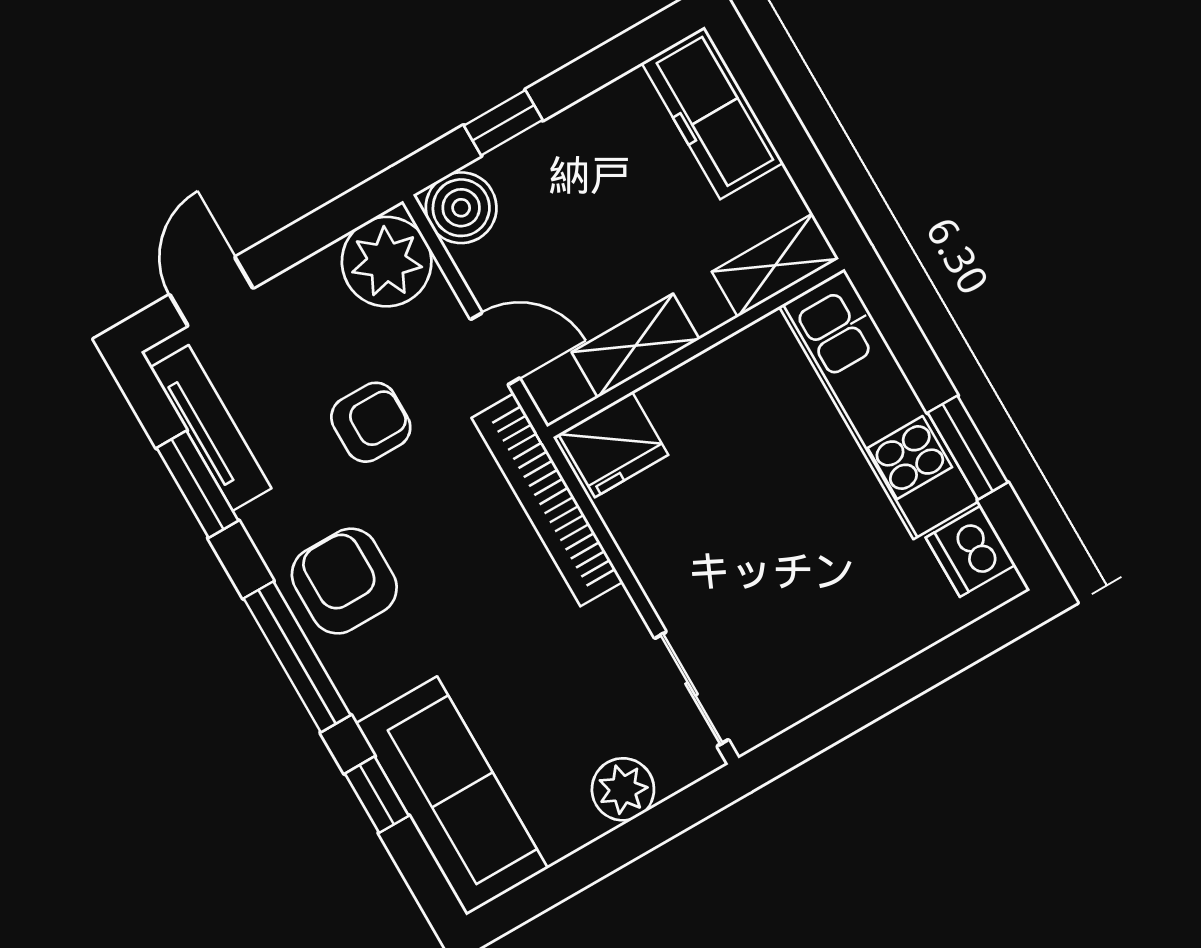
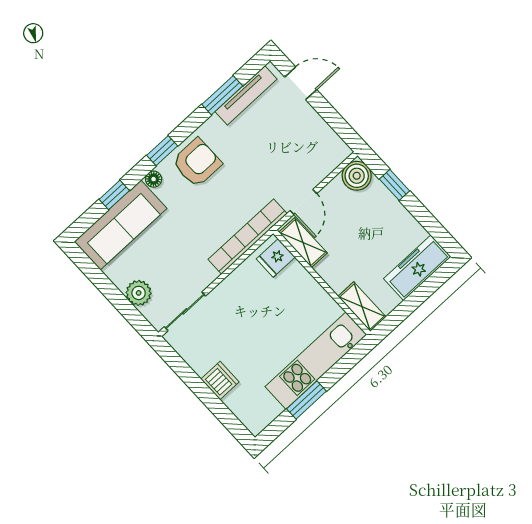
plant: (387, 262) -> (328, 151), removed
shelving: (636, 346) -> (303, 243), moved
armchair: (371, 422) -> (263, 159), removed
fridge: (613, 444) -> (276, 258), width x0.72
dishwasher: (971, 551) -> (220, 381), moved, turned 90
window: (297, 657) -> (162, 151), width x0.46
floor lamp: (360, 693) -> (154, 179), added

